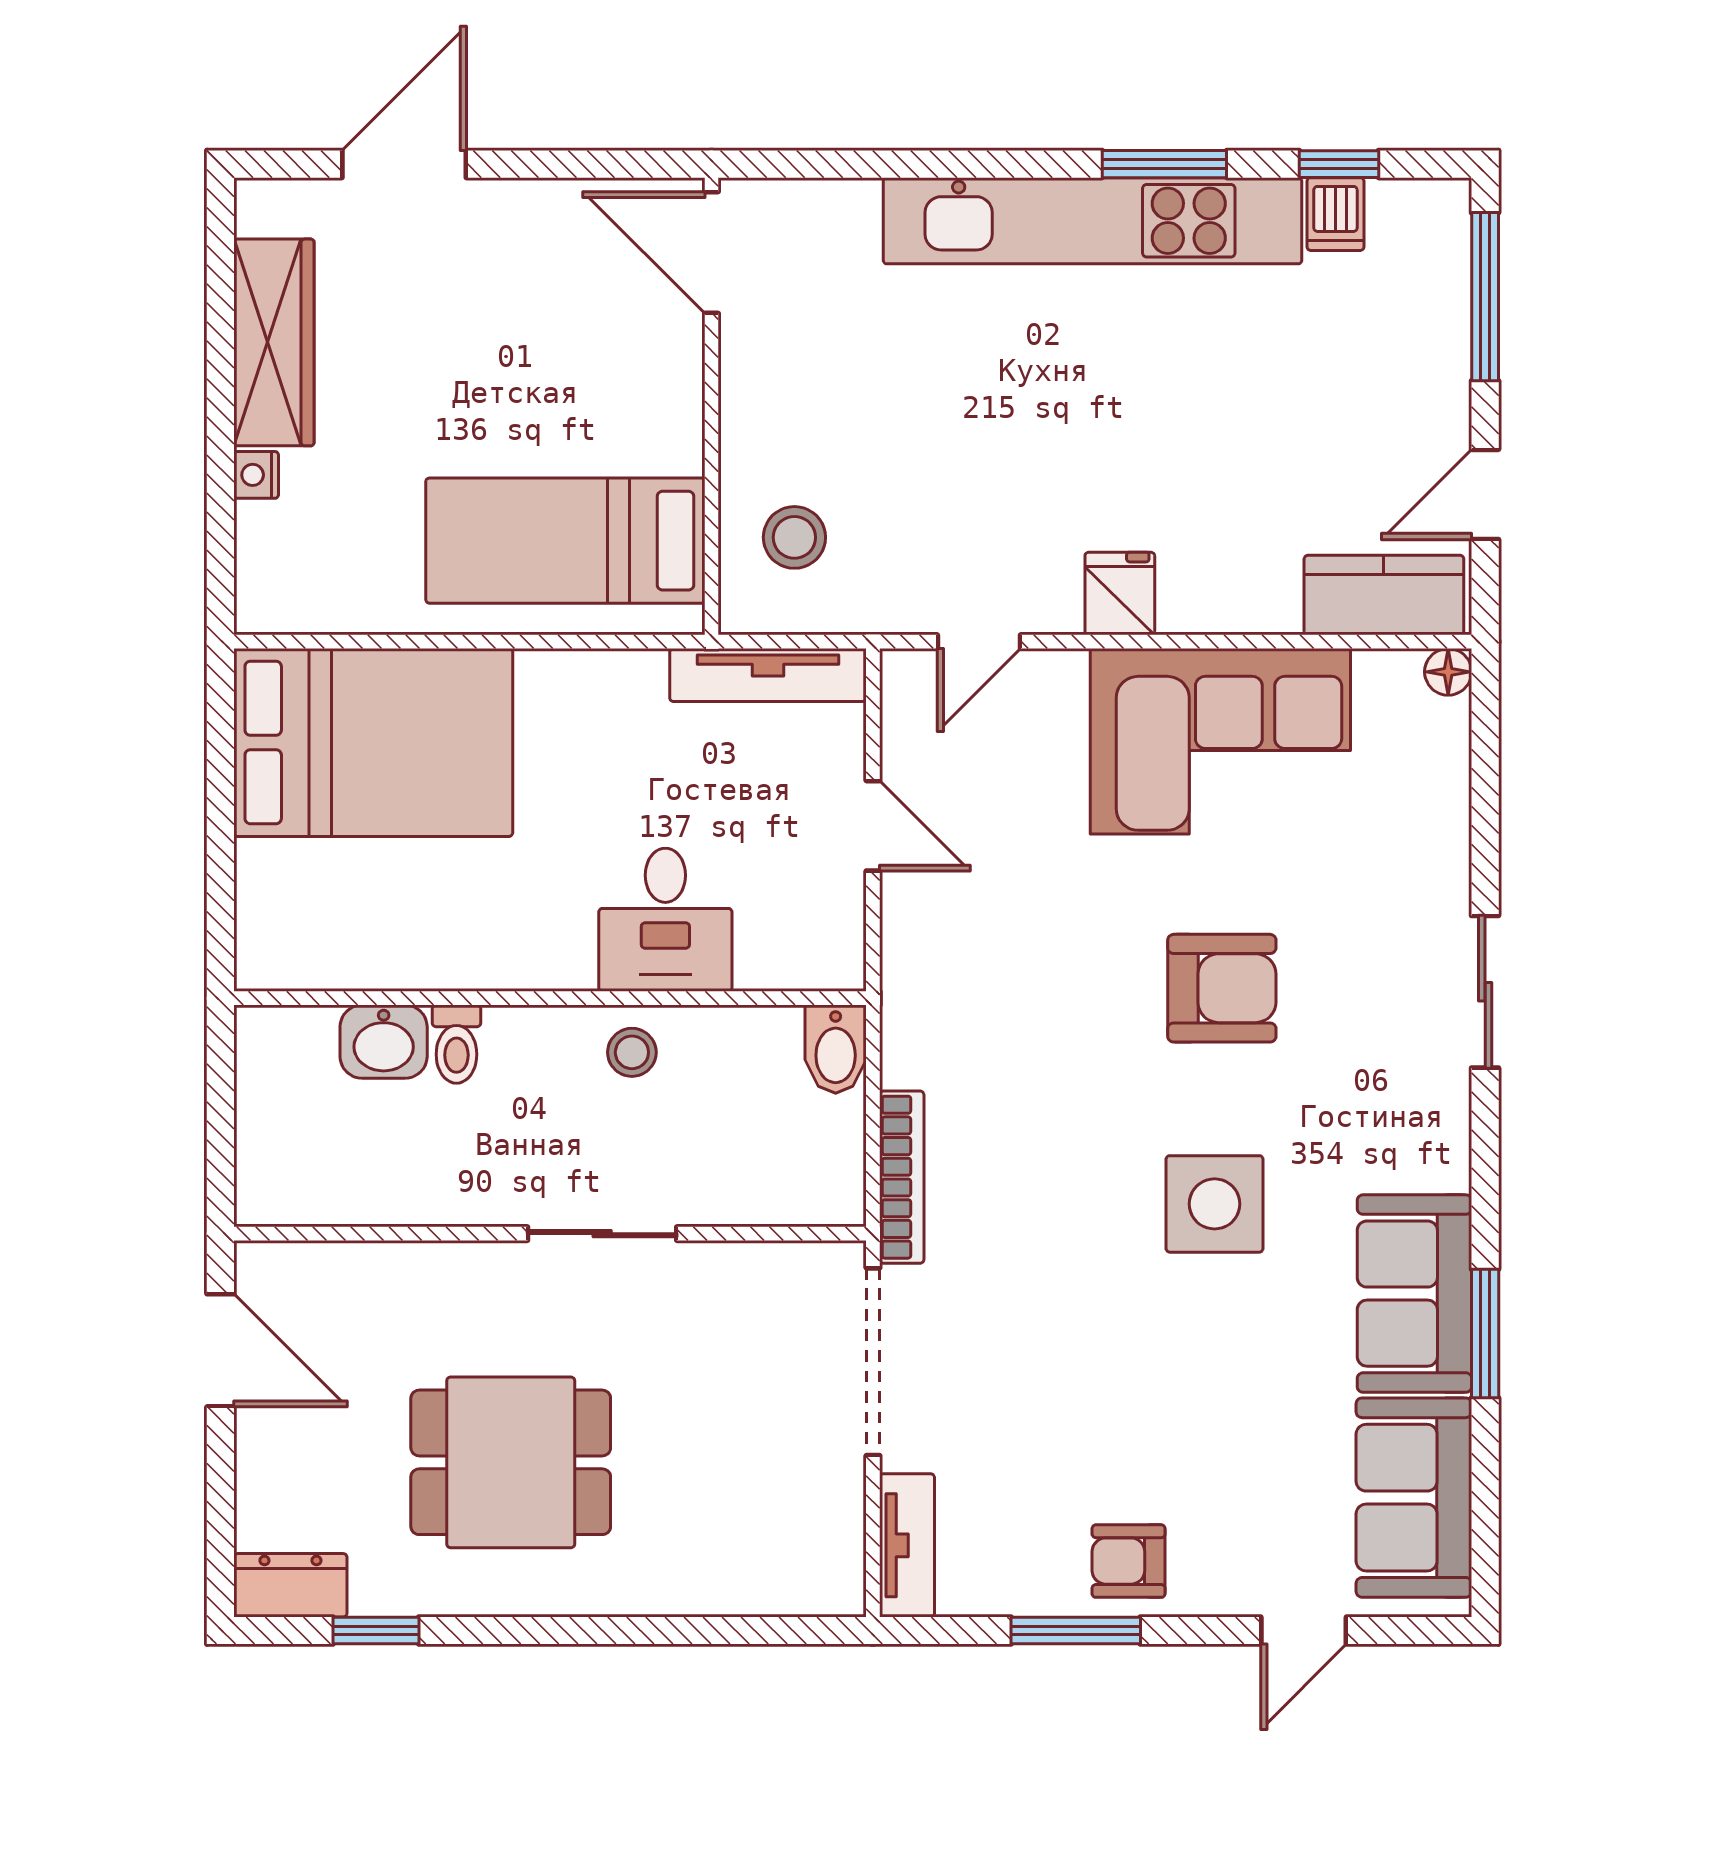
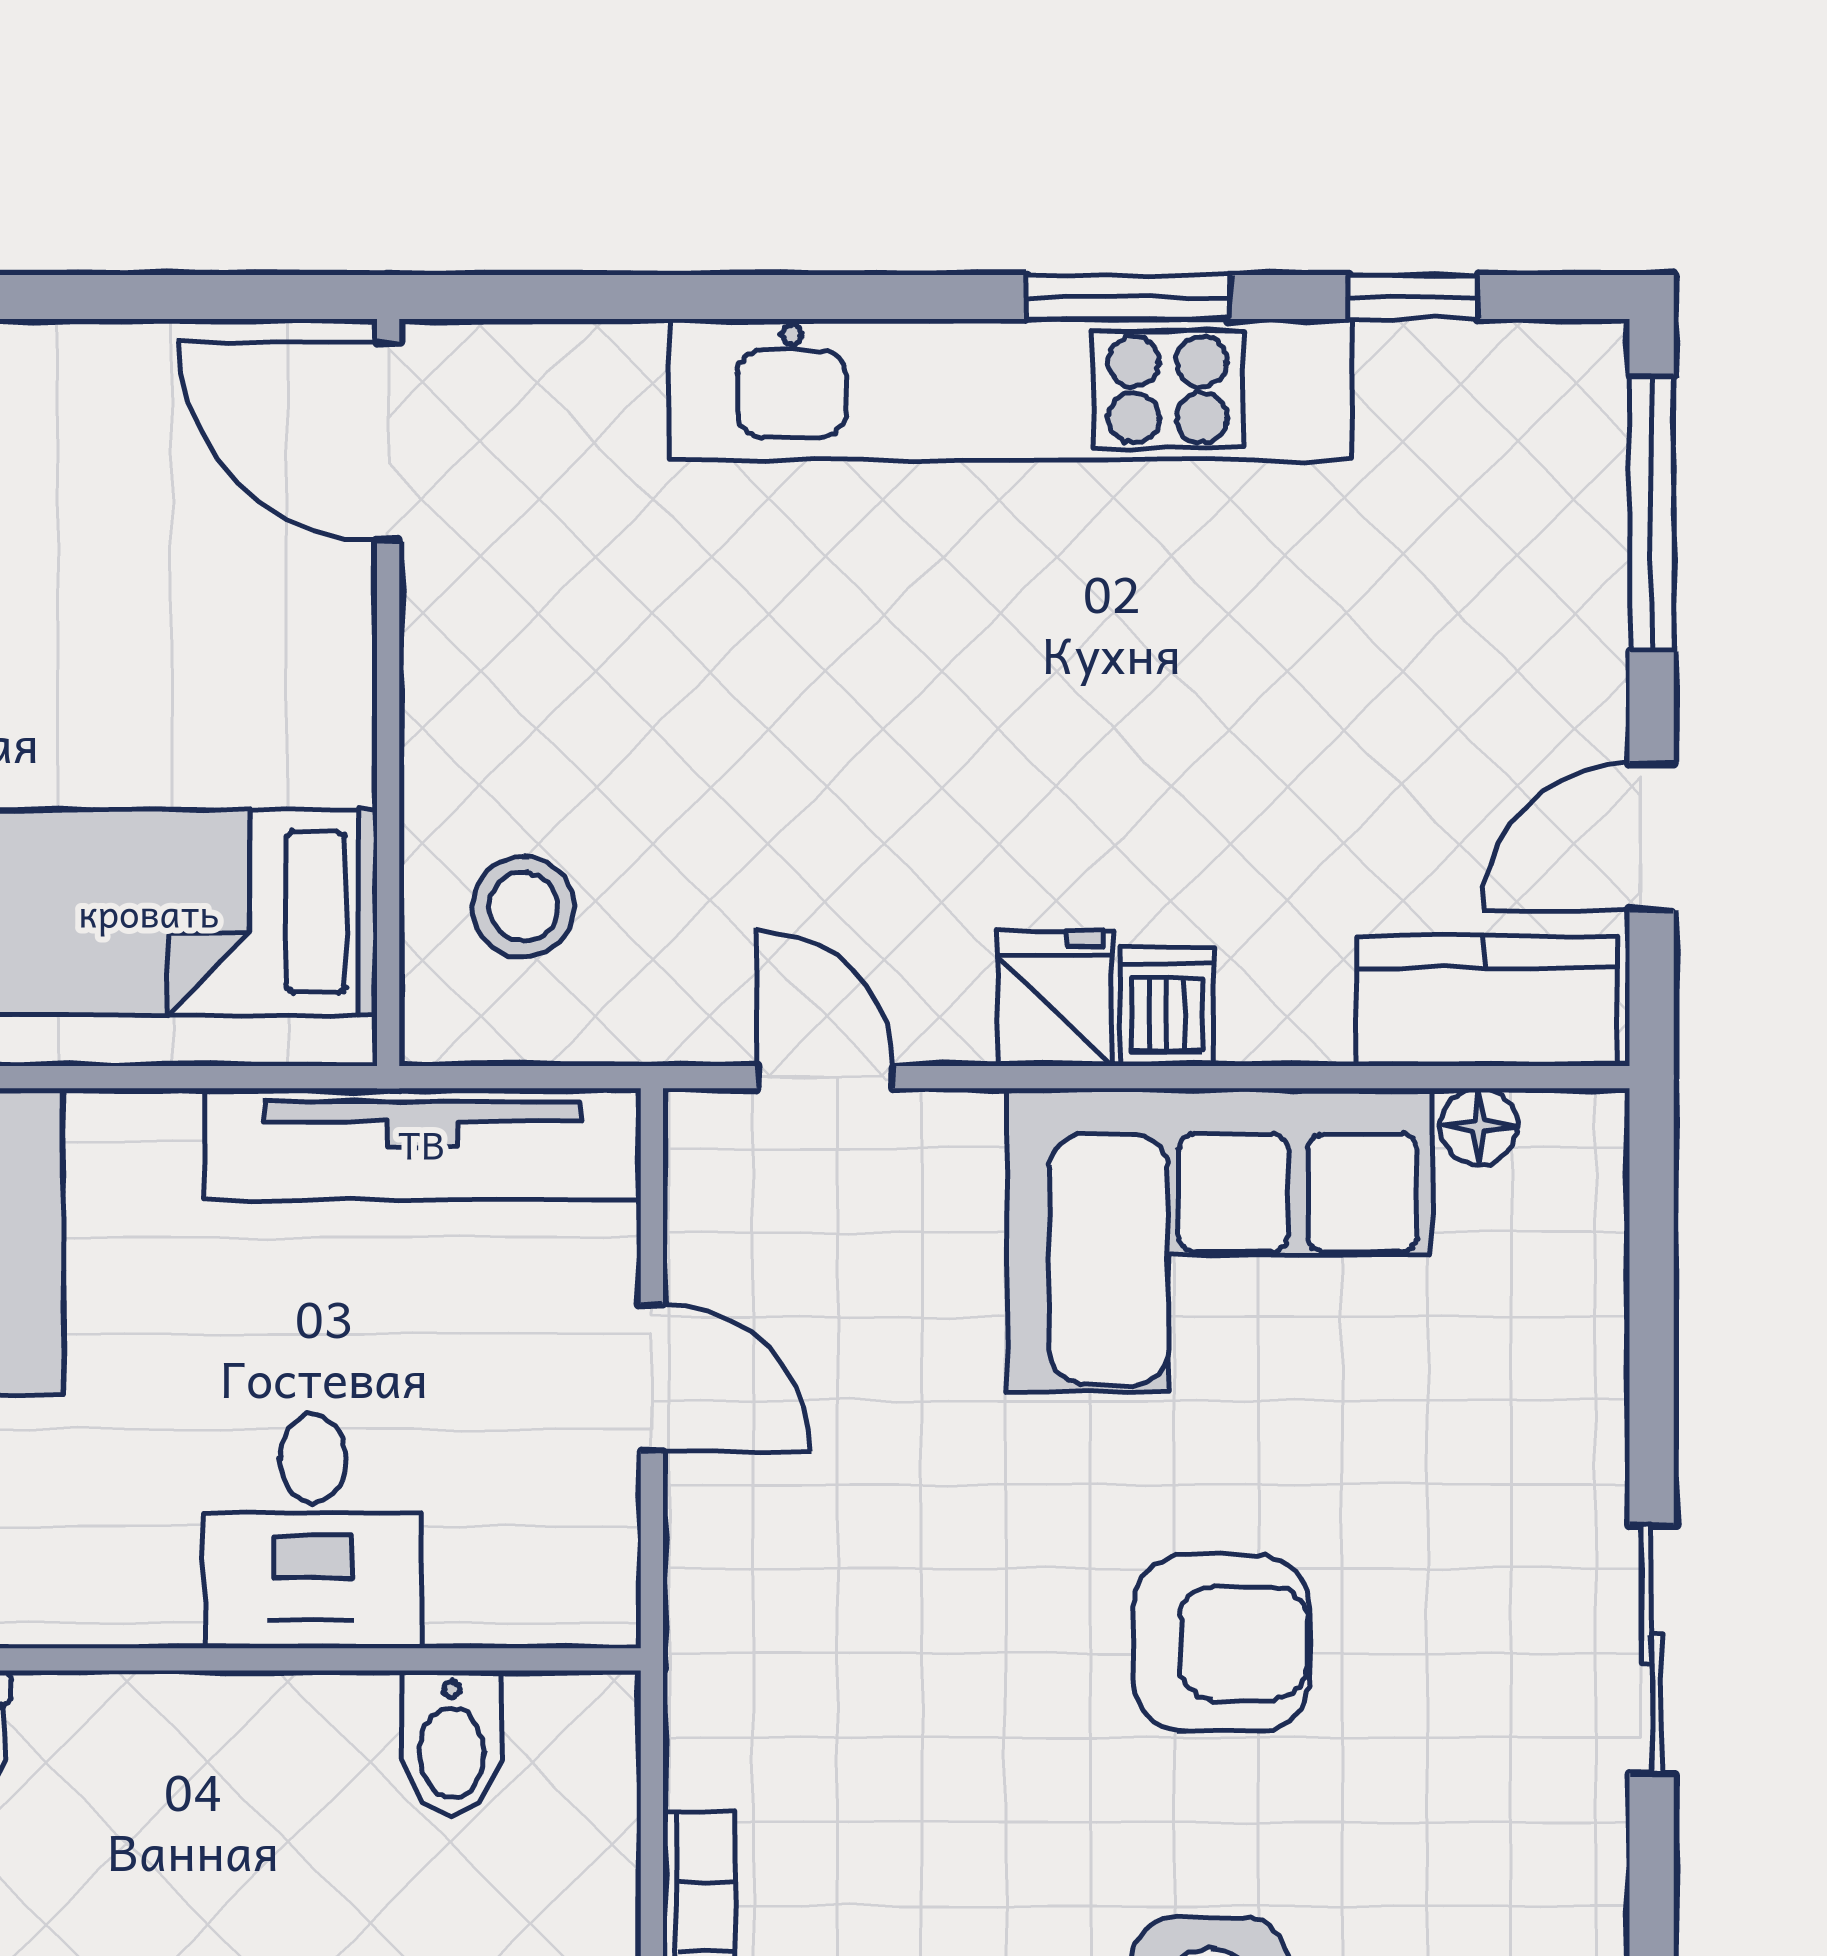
dishwasher: (1335, 214) -> (1167, 1006), moved, turned 180
door: (979, 642) -> (825, 1077), swing flipped
floor lamp: (1448, 672) -> (1479, 1126), moved
tv unit: (768, 675) -> (422, 1144), width x1.36, depth x1.29
bidet: (836, 1049) -> (452, 1743), moved
stool: (632, 1052) -> (258, 1748), removed

